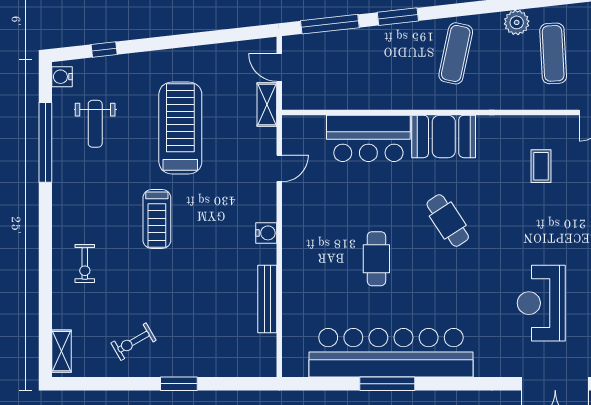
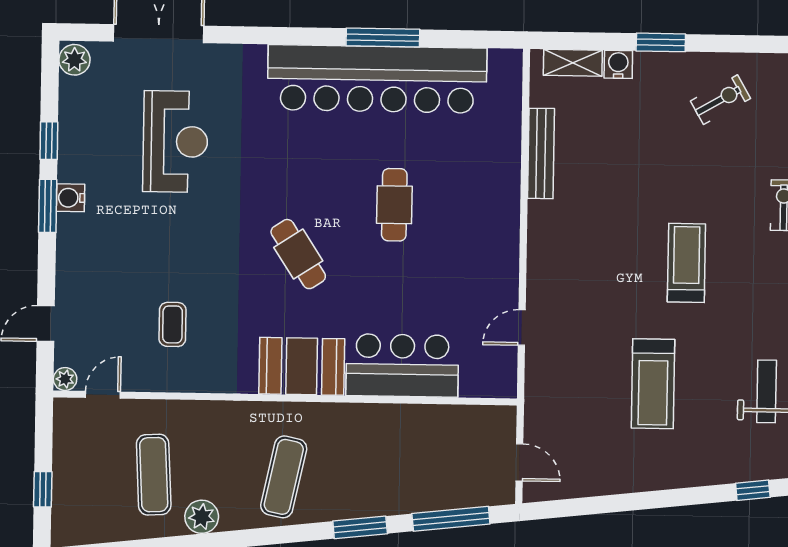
shelving: (267, 104) -> (573, 63), moved, turned 90
treadmill: (180, 128) -> (653, 384), width x0.73, depth x0.73
water cooler: (266, 233) -> (618, 64), moved, turned 90

